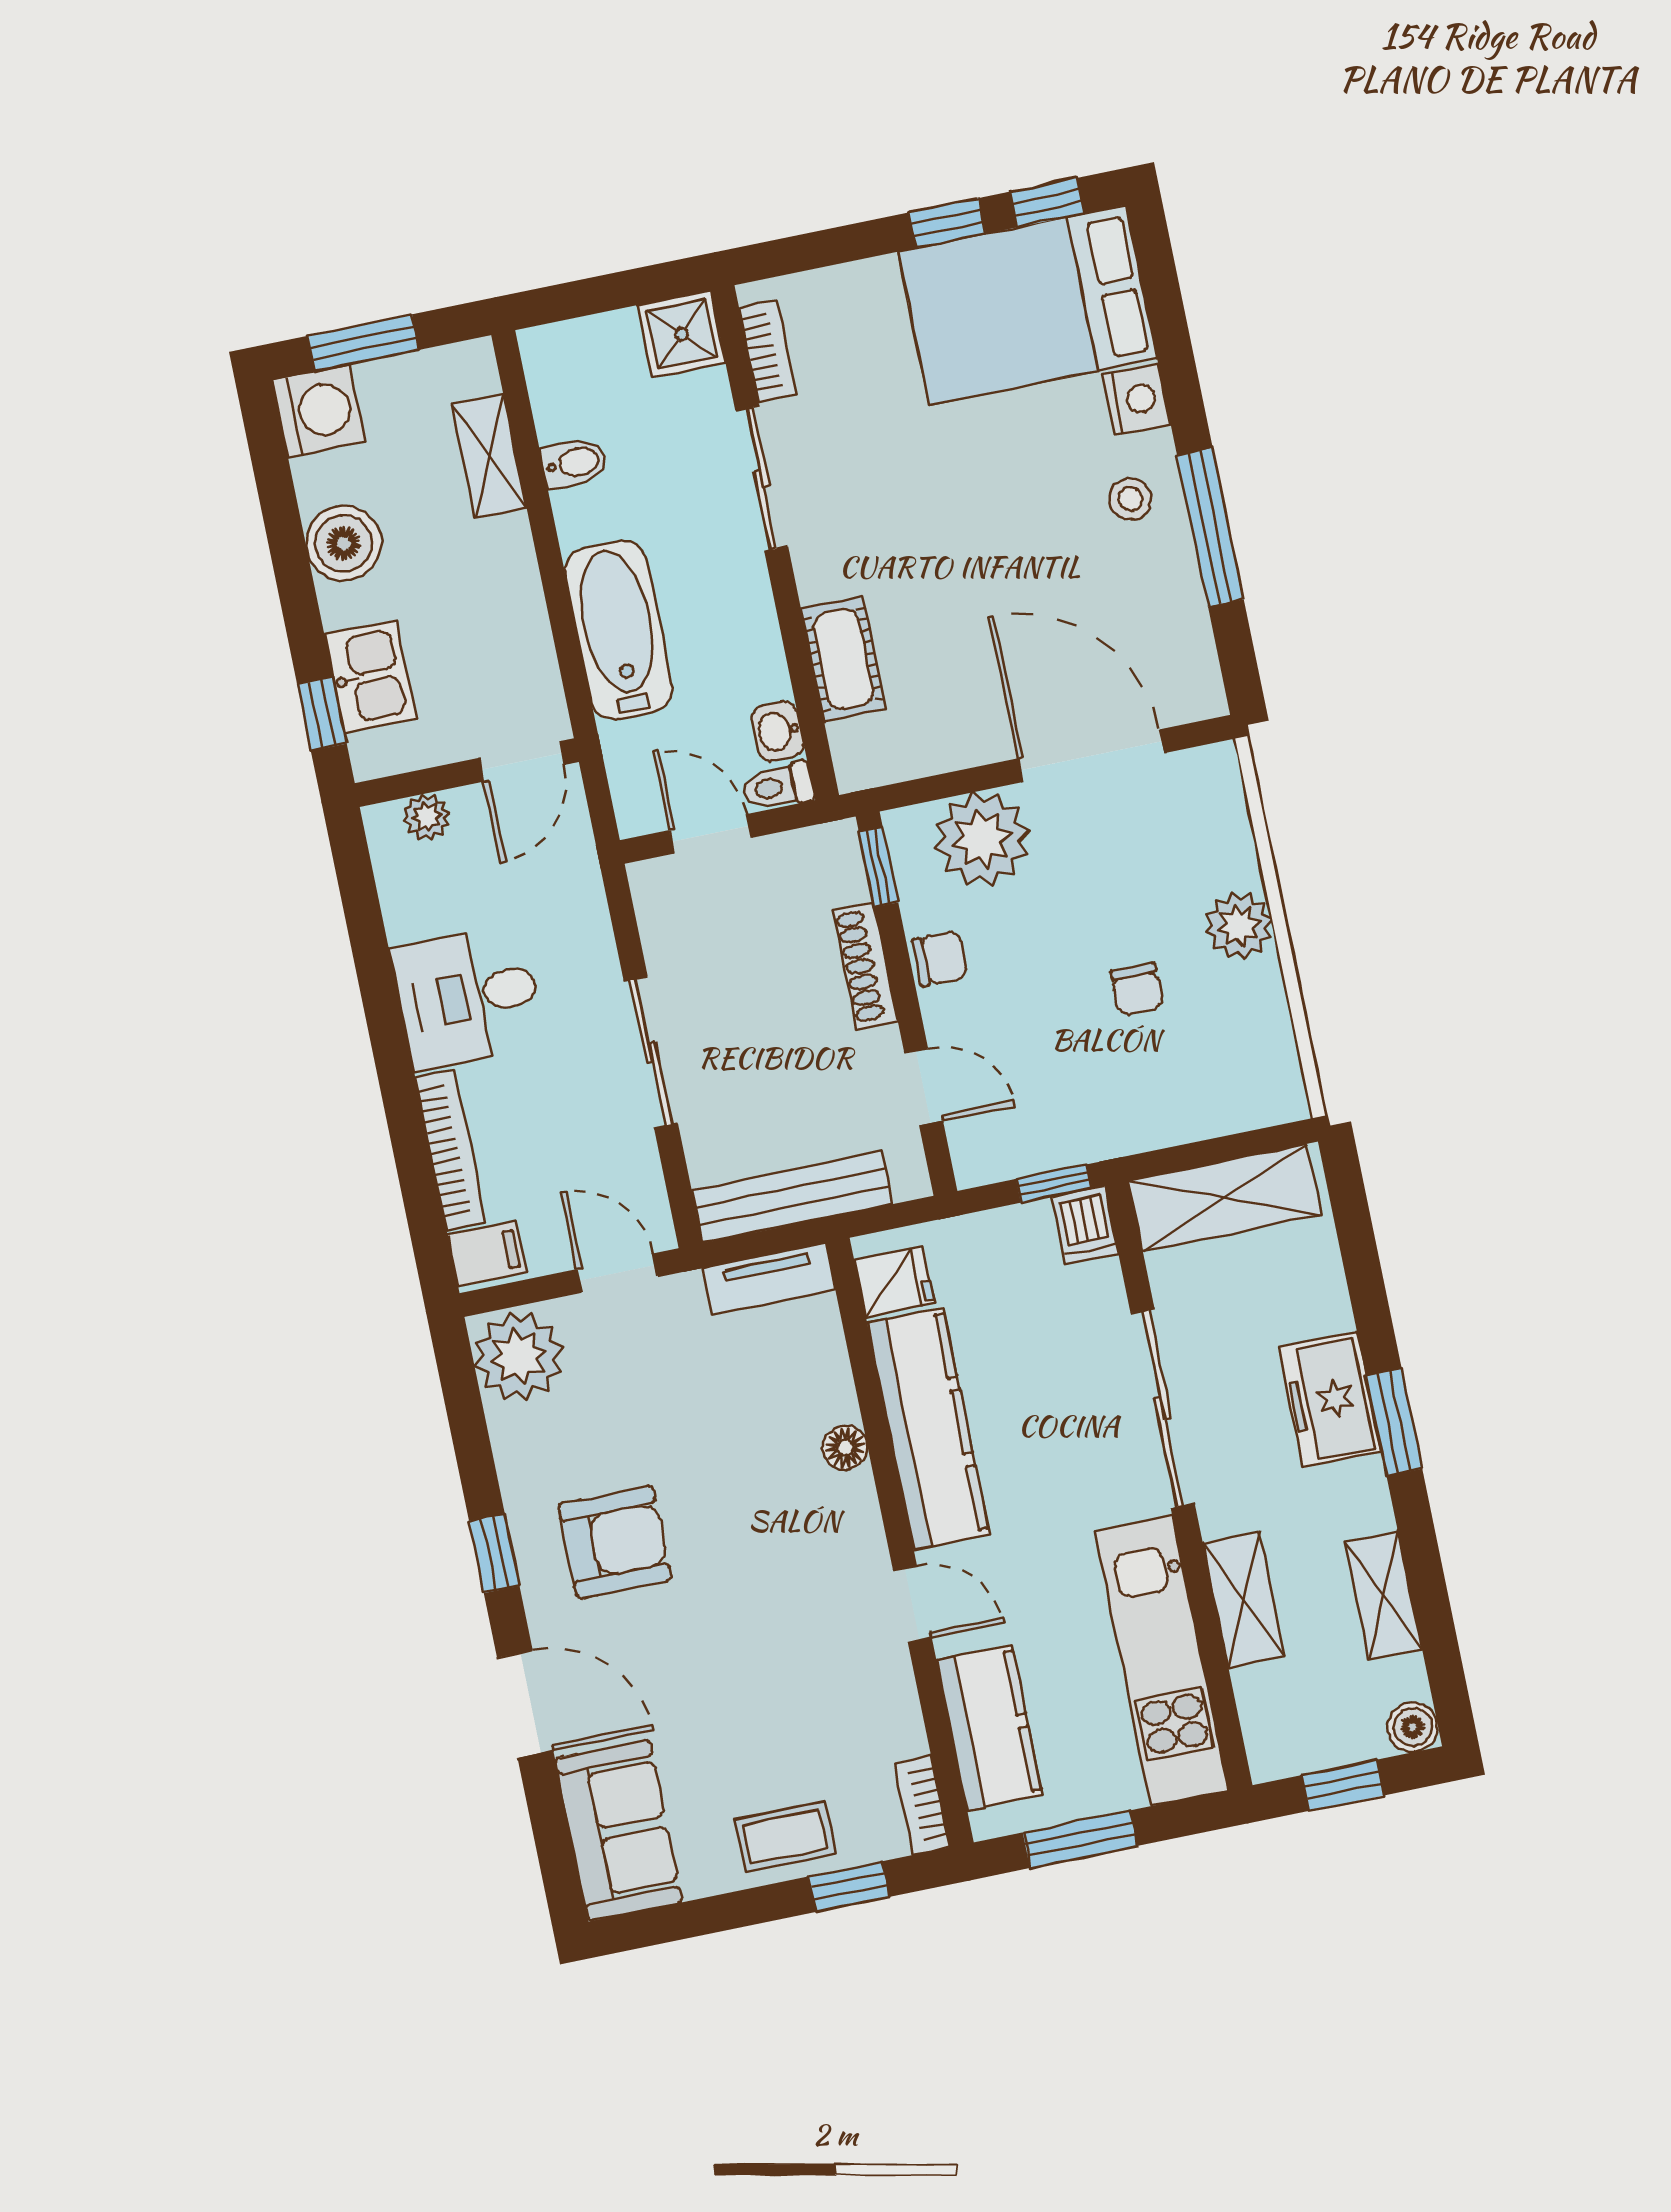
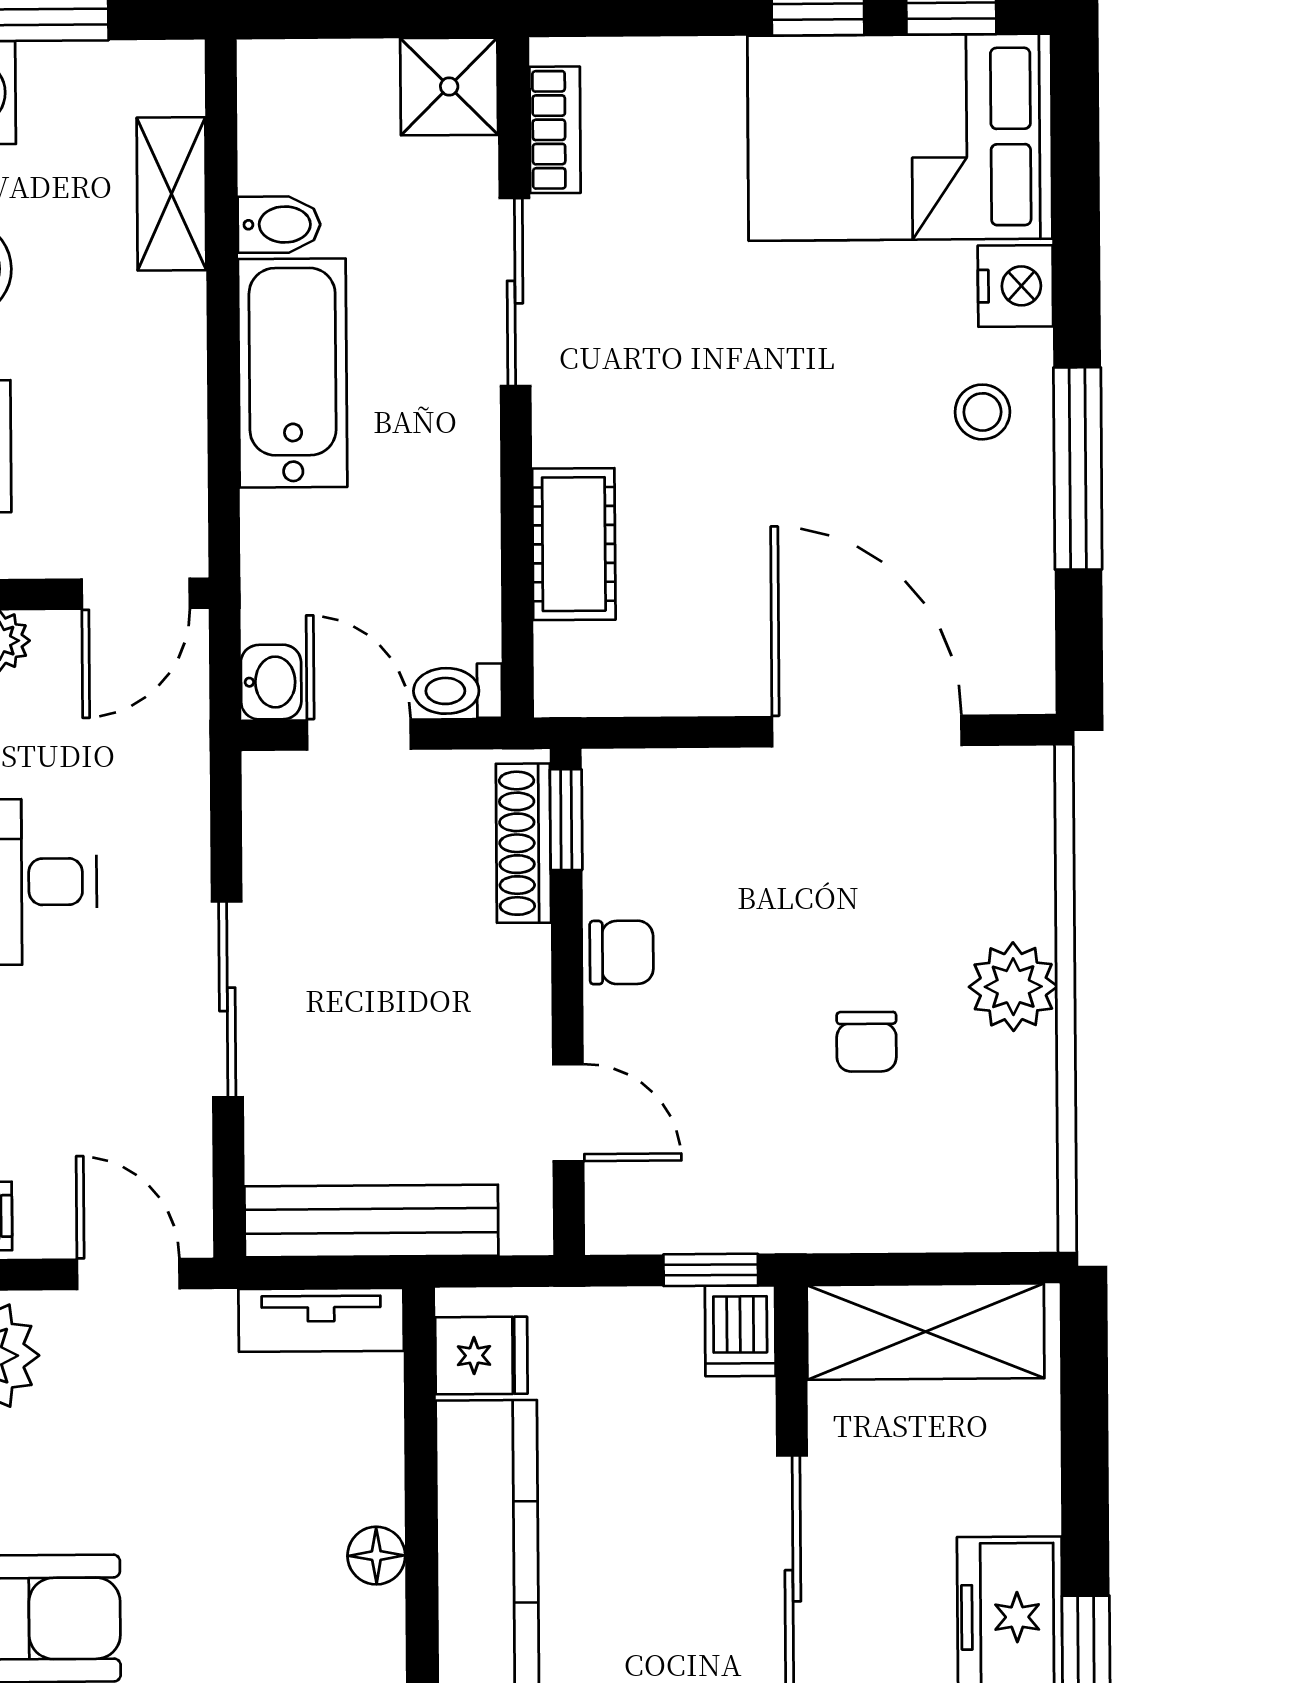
bathtub: (619, 630) -> (293, 373), moved
washbasin: (778, 731) -> (271, 682), moved, turned 180
plant: (982, 839) -> (706, 810), removed
shoe rack: (865, 965) -> (523, 843), moved

